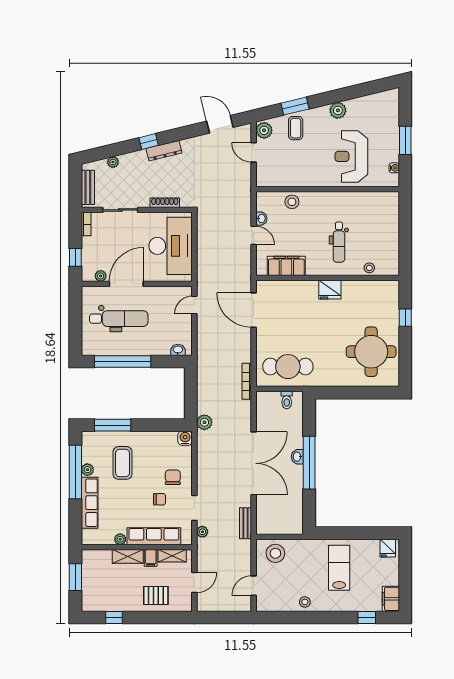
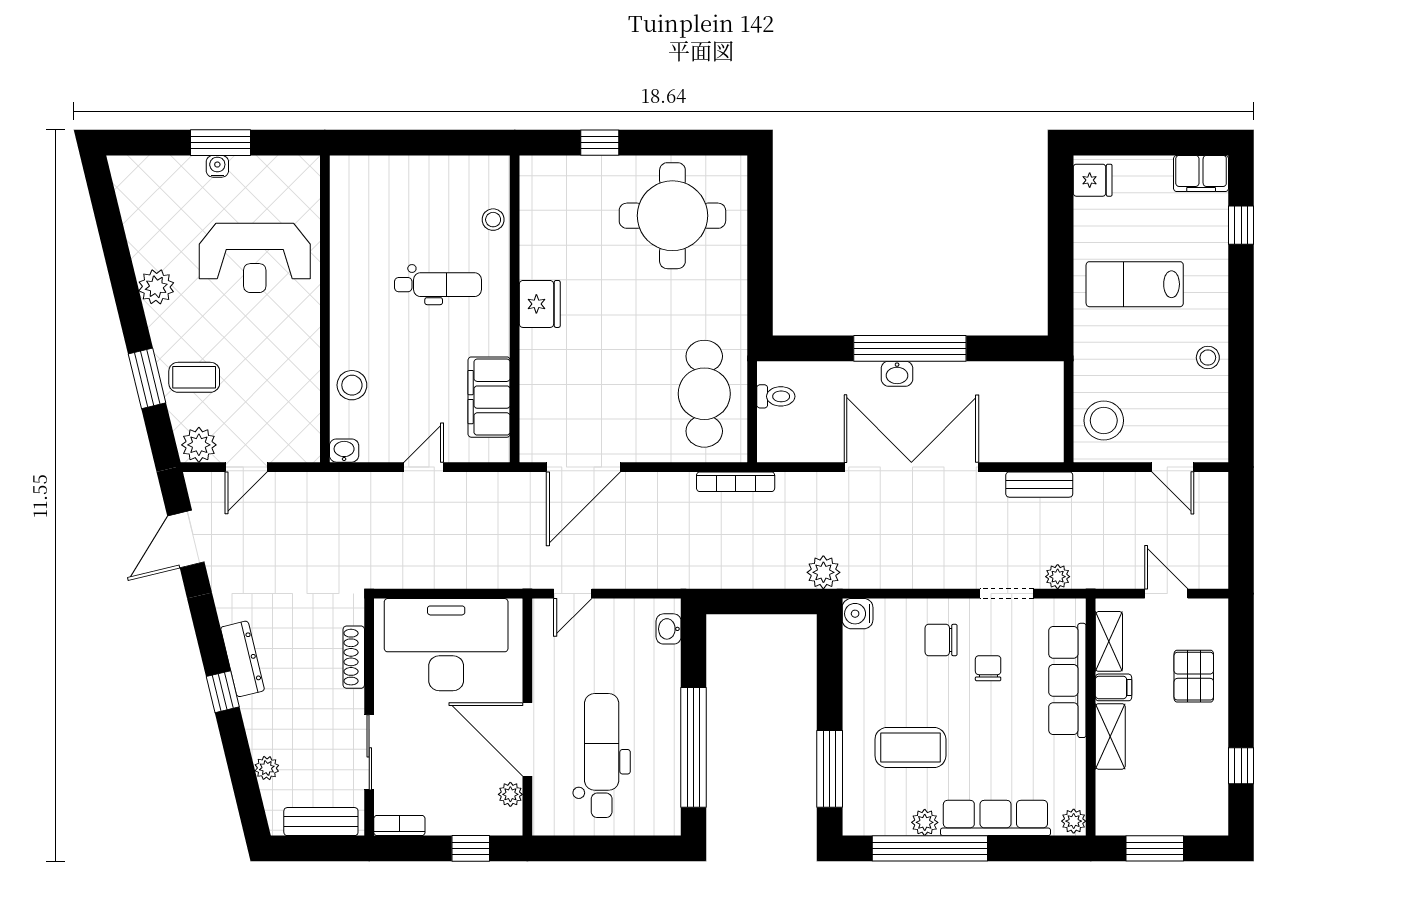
water cooler: (394, 168) -> (217, 166), moved
washbasin: (261, 219) -> (344, 451), moved
door: (194, 305) -> (573, 594), hinge flipped
plant: (120, 539) -> (1074, 821), moved

